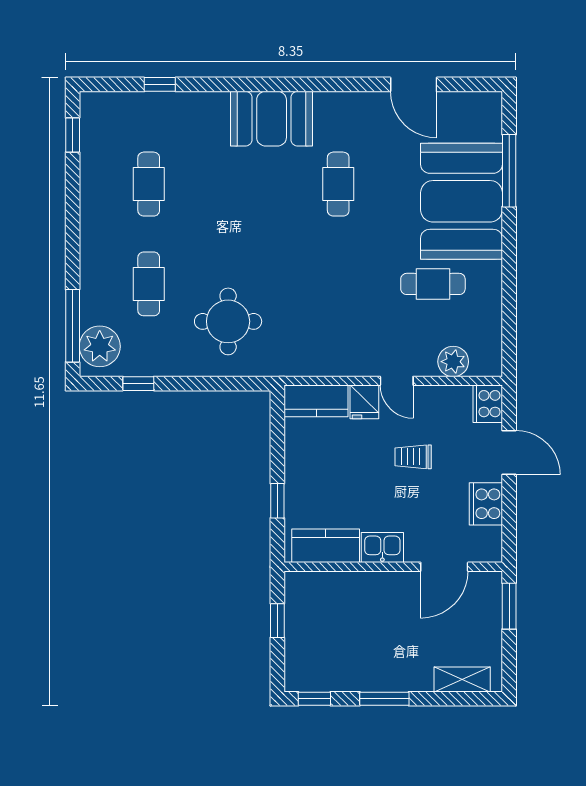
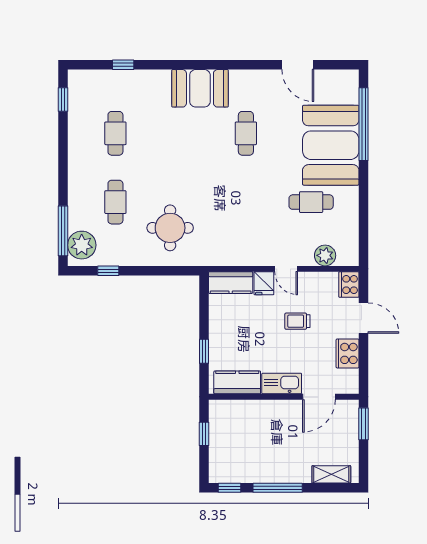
window: (509, 171) -> (363, 124), width x1.46
kitchen sink: (382, 548) -> (282, 384), width x1.38
window: (384, 699) -> (278, 488), width x1.44

